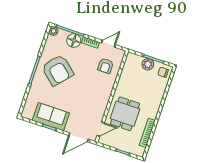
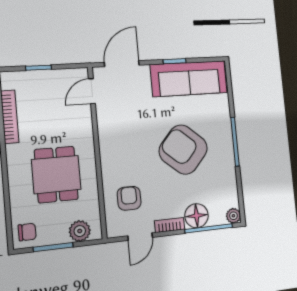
plant: (148, 64) -> (80, 231), moved
armchair: (58, 70) -> (183, 150), moved
dining table: (125, 114) -> (56, 175), moved
sofa: (51, 117) -> (189, 79), width x1.36

